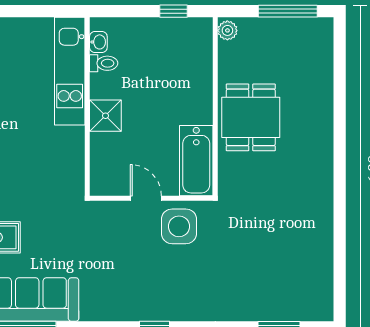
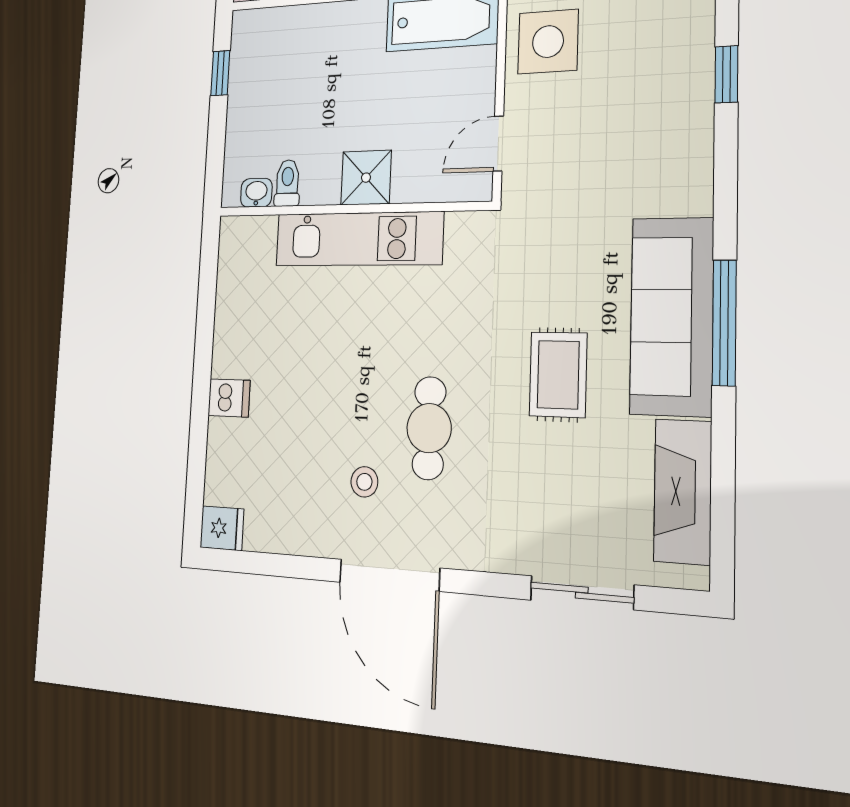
kitchen unit: (70, 71) -> (358, 239), moved
door: (146, 198) -> (498, 144), moved

